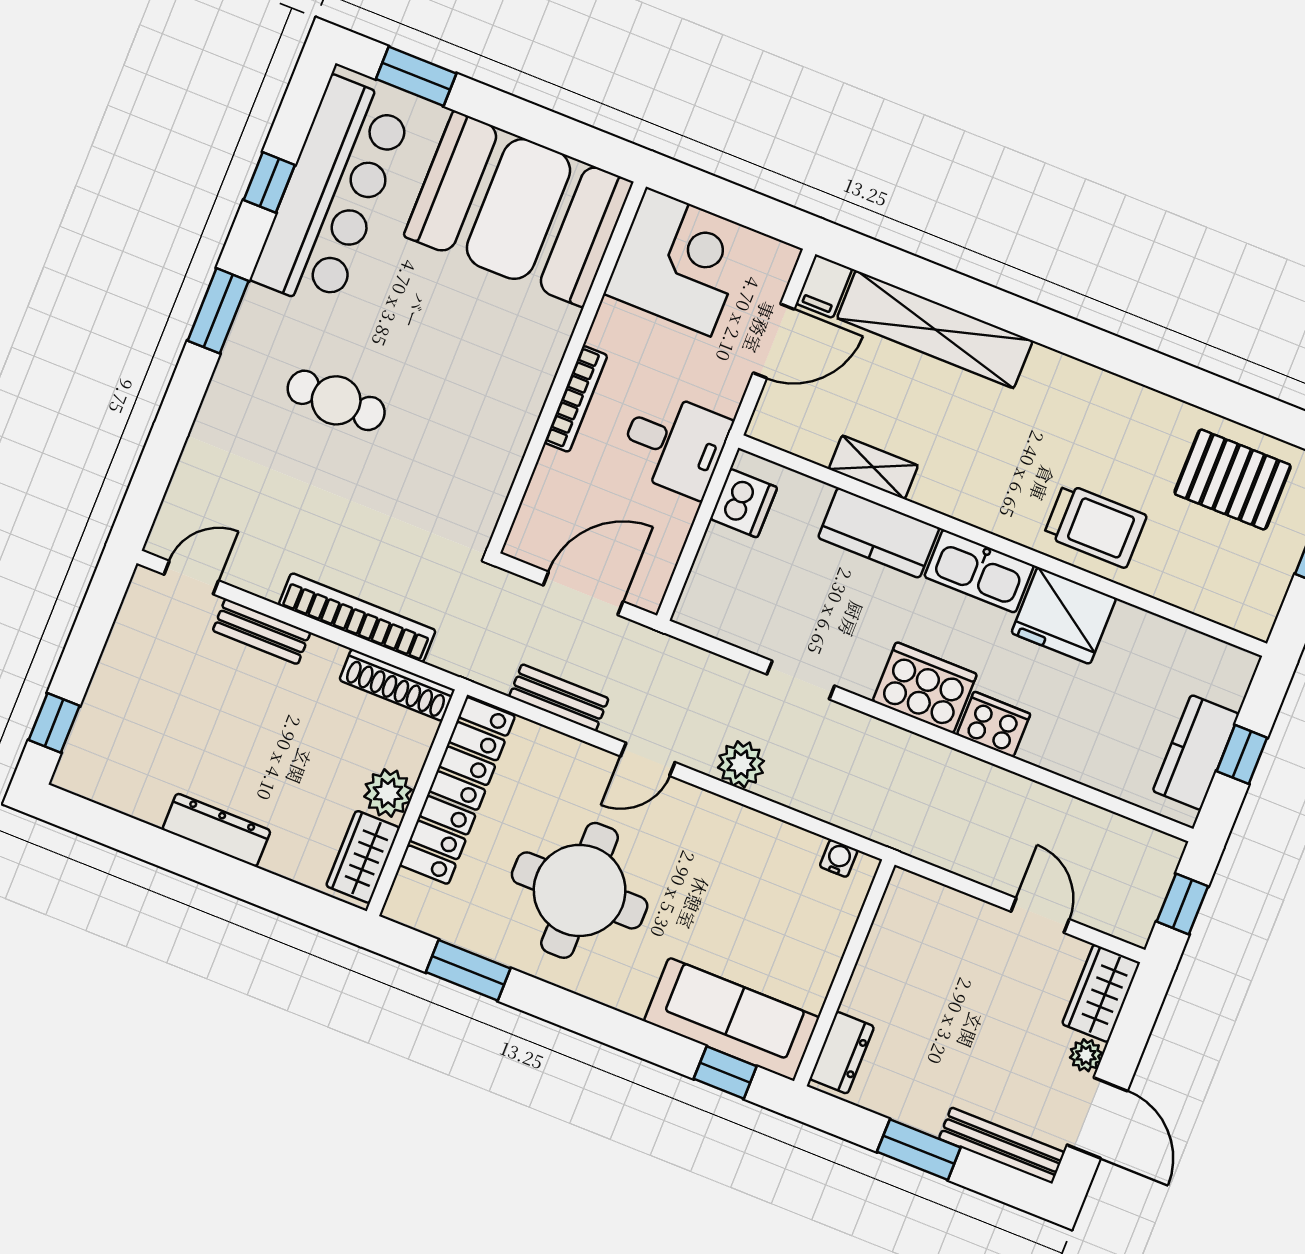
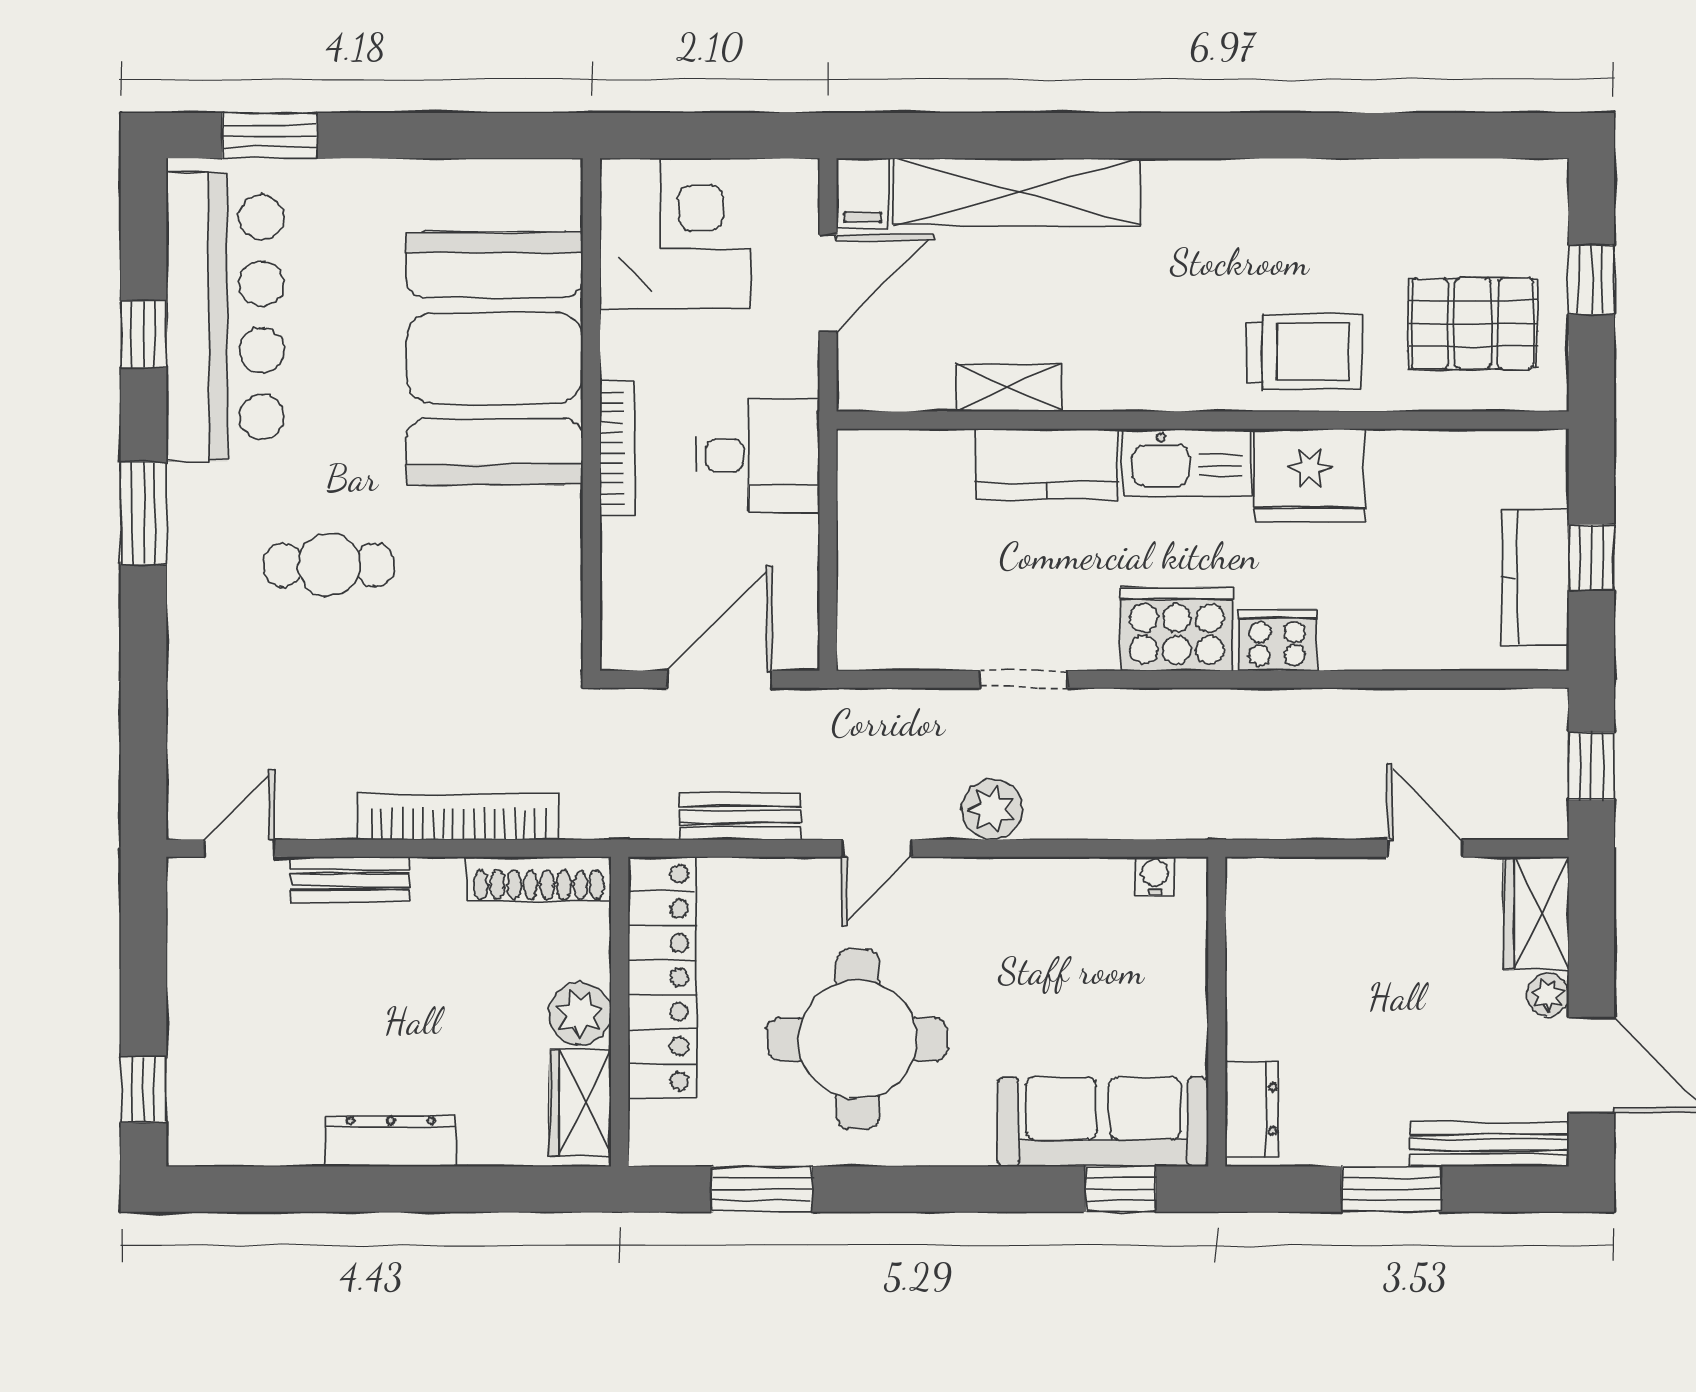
booth: (518, 209) -> (495, 358), moved, turned 90
pallet: (1233, 479) -> (1473, 324), moved
dishwasher: (744, 503) -> (870, 493), removed

